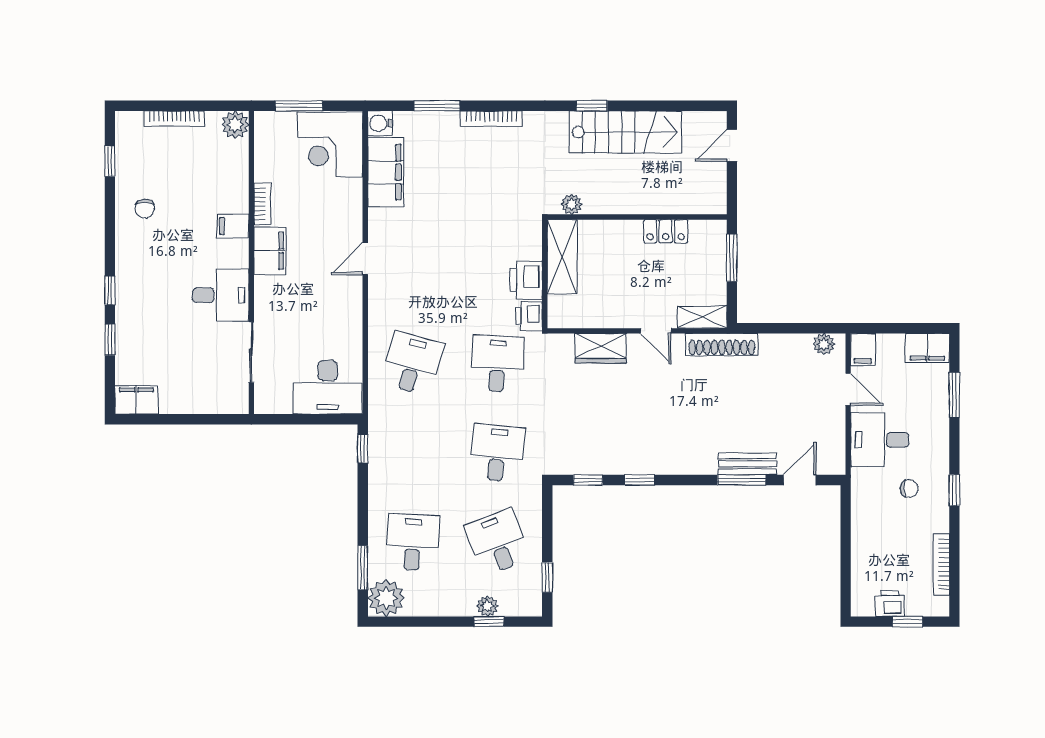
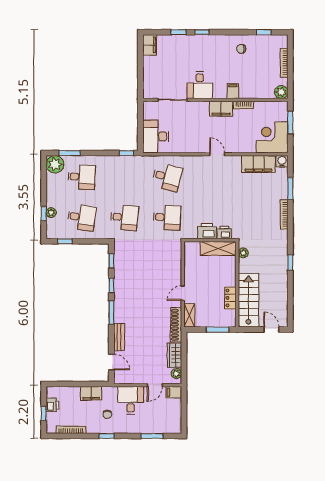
stairs: (625, 132) -> (248, 300), moved, turned 180
printer: (529, 316) -> (224, 233), moved
wardrobe: (601, 348) -> (174, 355), moved
filing cabinet: (927, 348) -> (91, 393), moved, turned -90
window: (742, 480) -> (111, 312), moved
desk: (497, 542) -> (82, 217), turned 30

